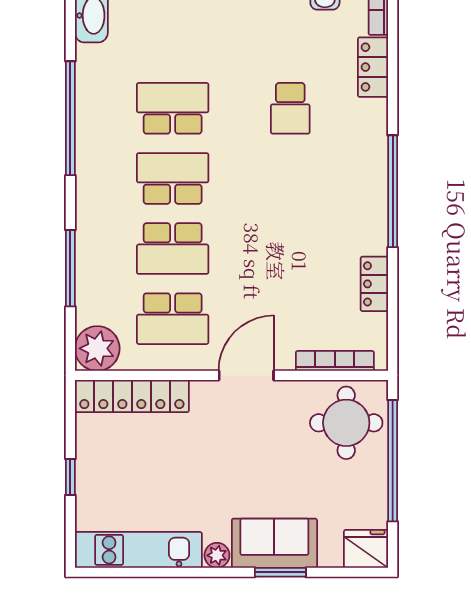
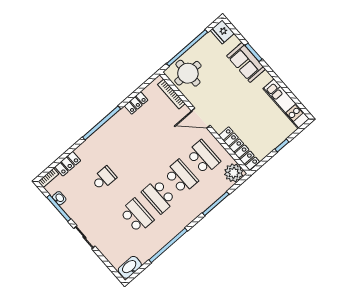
school desk: (173, 108) -> (137, 216), turned 180
plant: (217, 555) -> (266, 77), removed

